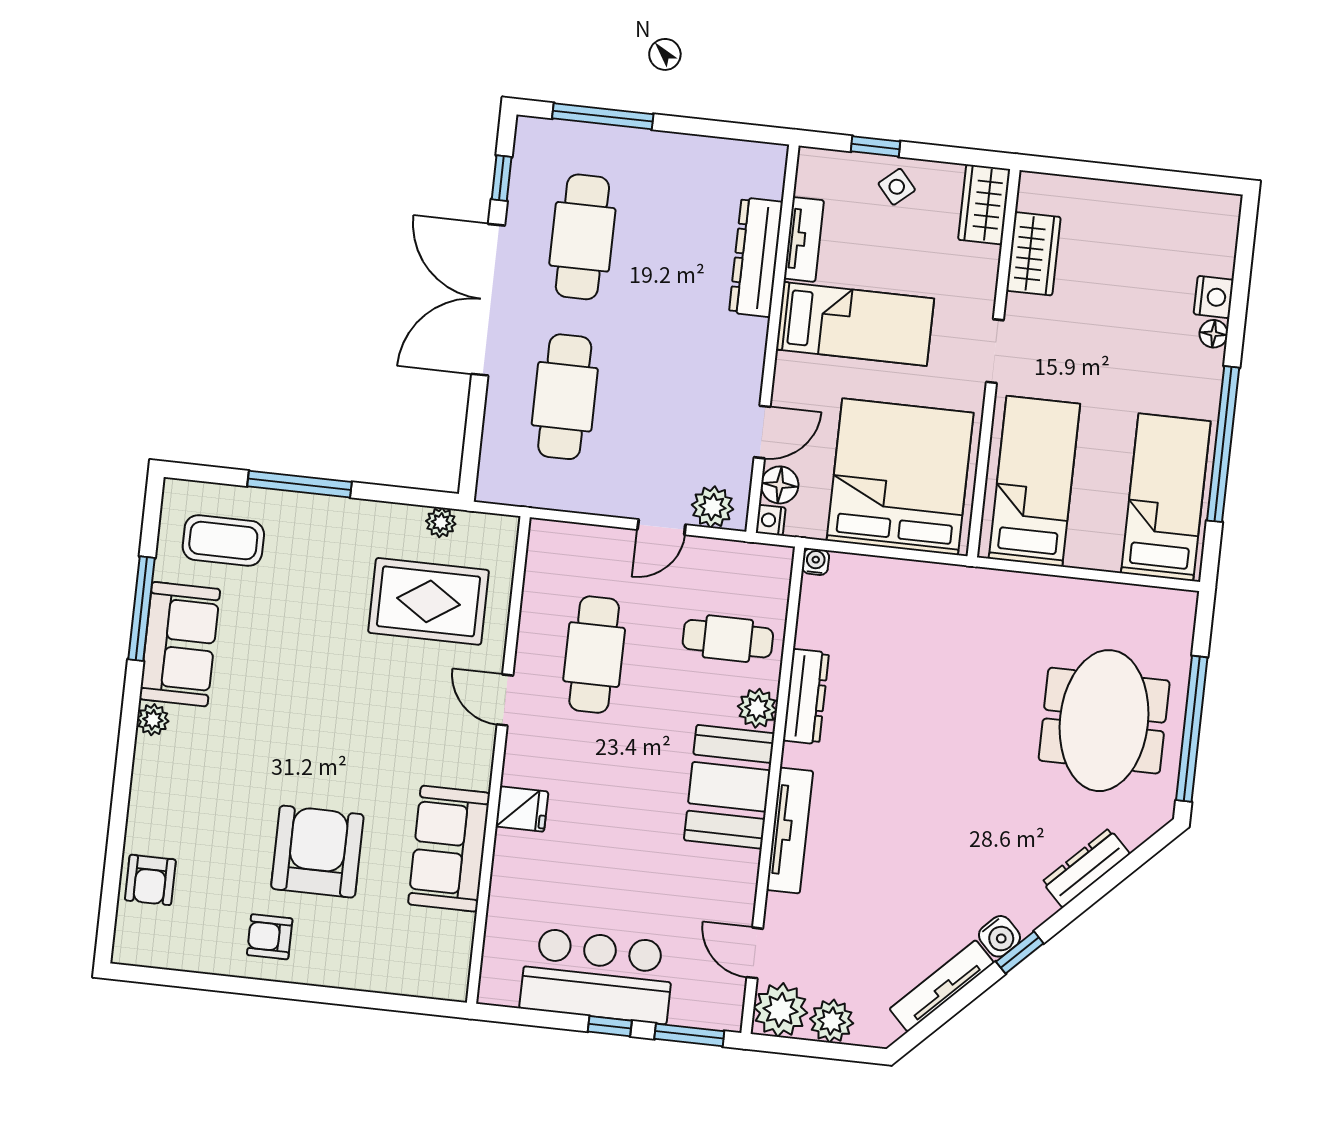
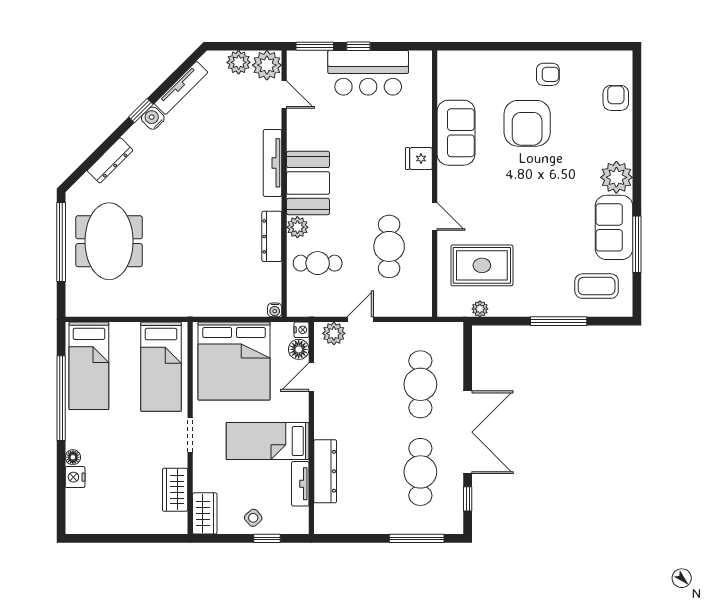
plant: (153, 720) -> (616, 177), width x1.88, depth x1.88

